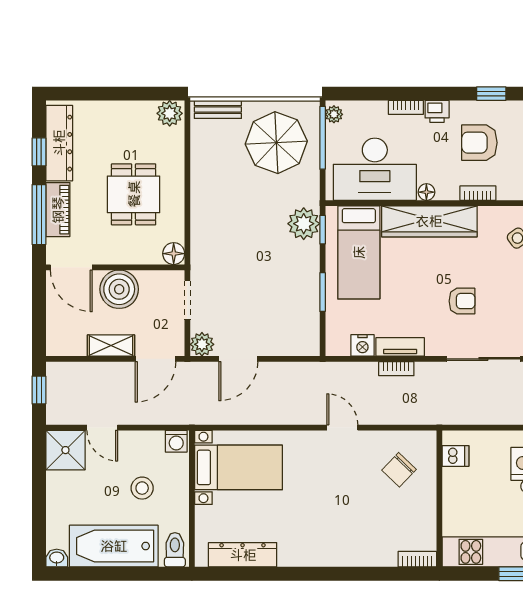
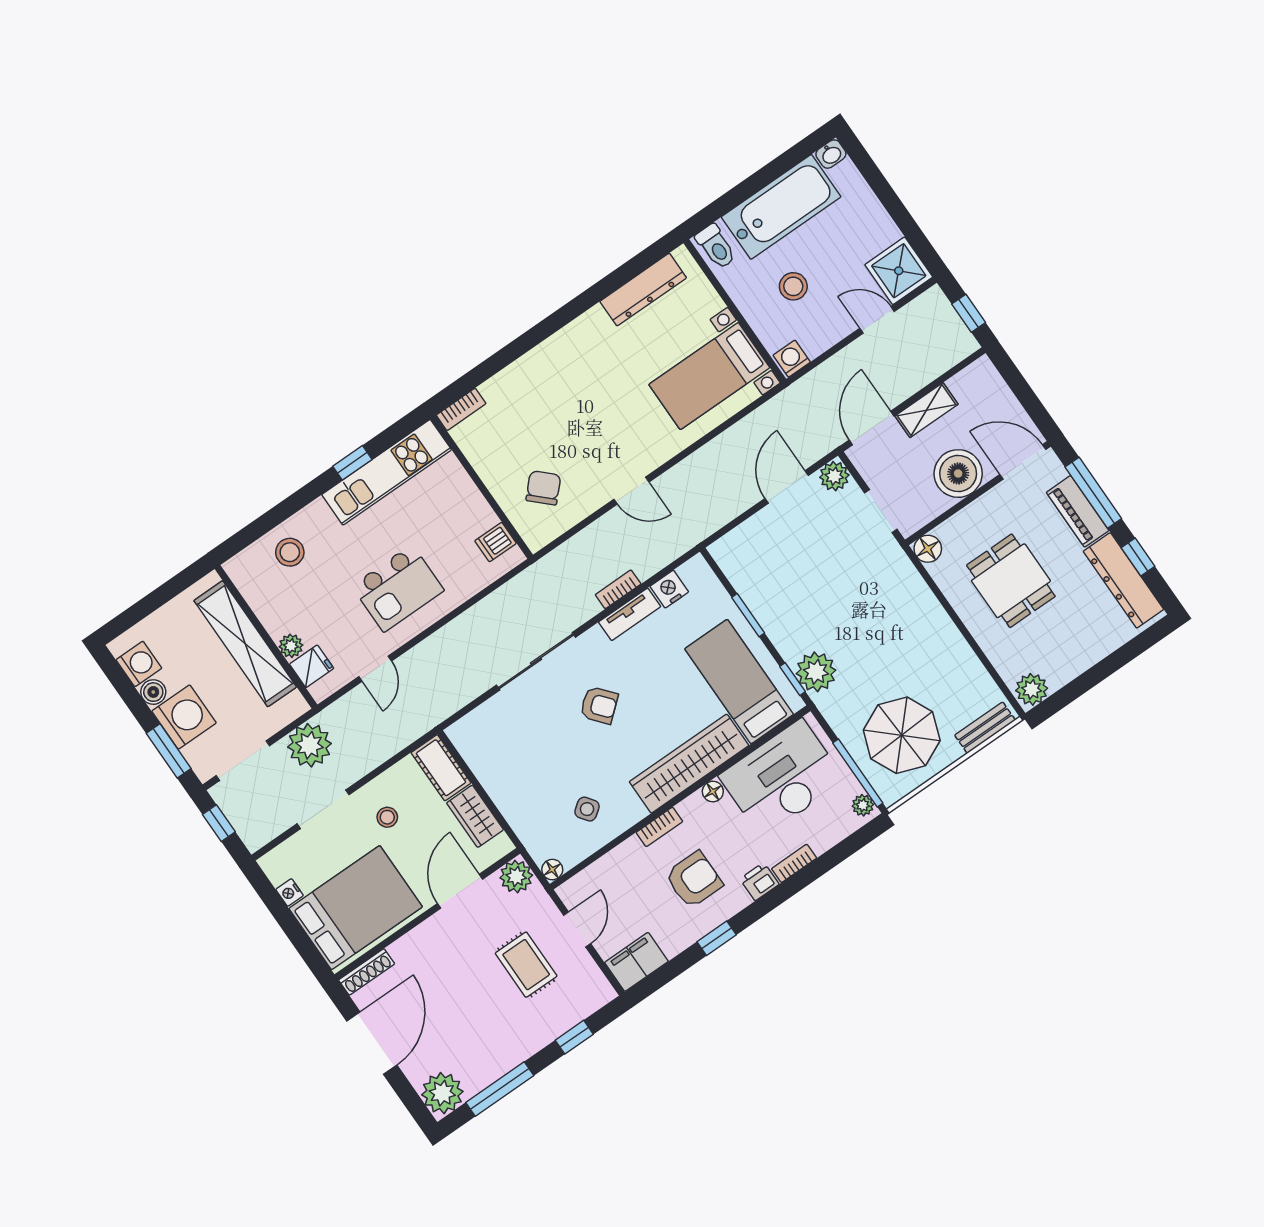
armchair: (462, 301) -> (599, 705), turned -130

